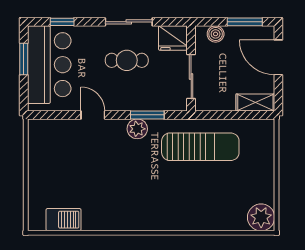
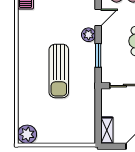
plant: (137, 129) -> (89, 35), moved
sun lounger: (200, 147) -> (59, 71), moved

